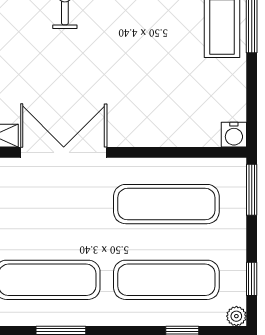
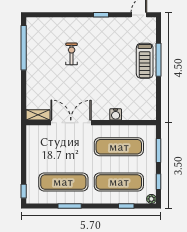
water cooler: (234, 135) -> (116, 114), moved
window: (252, 190) -> (159, 151), moved

